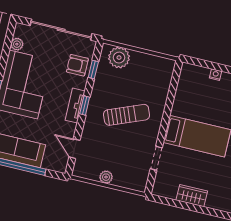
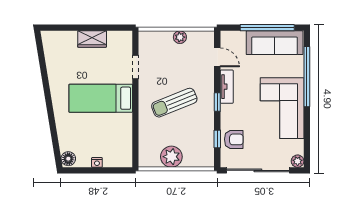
plant: (17, 44) -> (298, 161), moved
plant: (119, 58) -> (171, 157), moved
tv unit: (75, 106) -> (227, 87), moved

